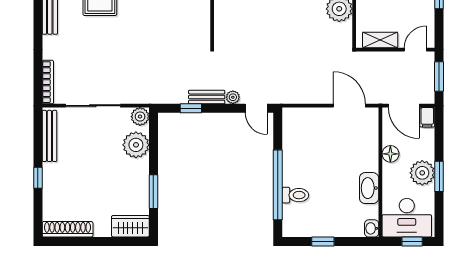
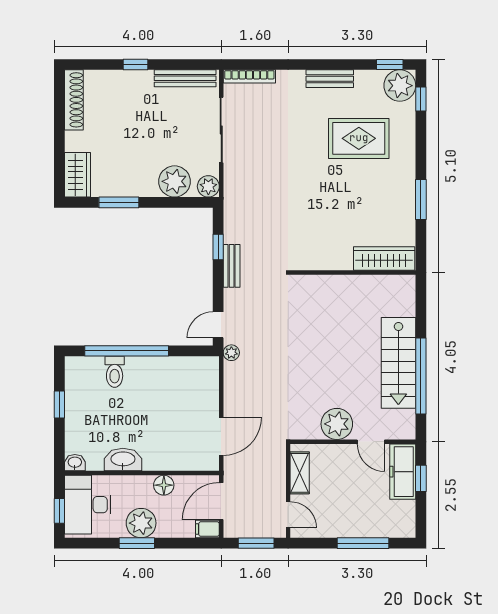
plant: (233, 97) -> (231, 353), moved

